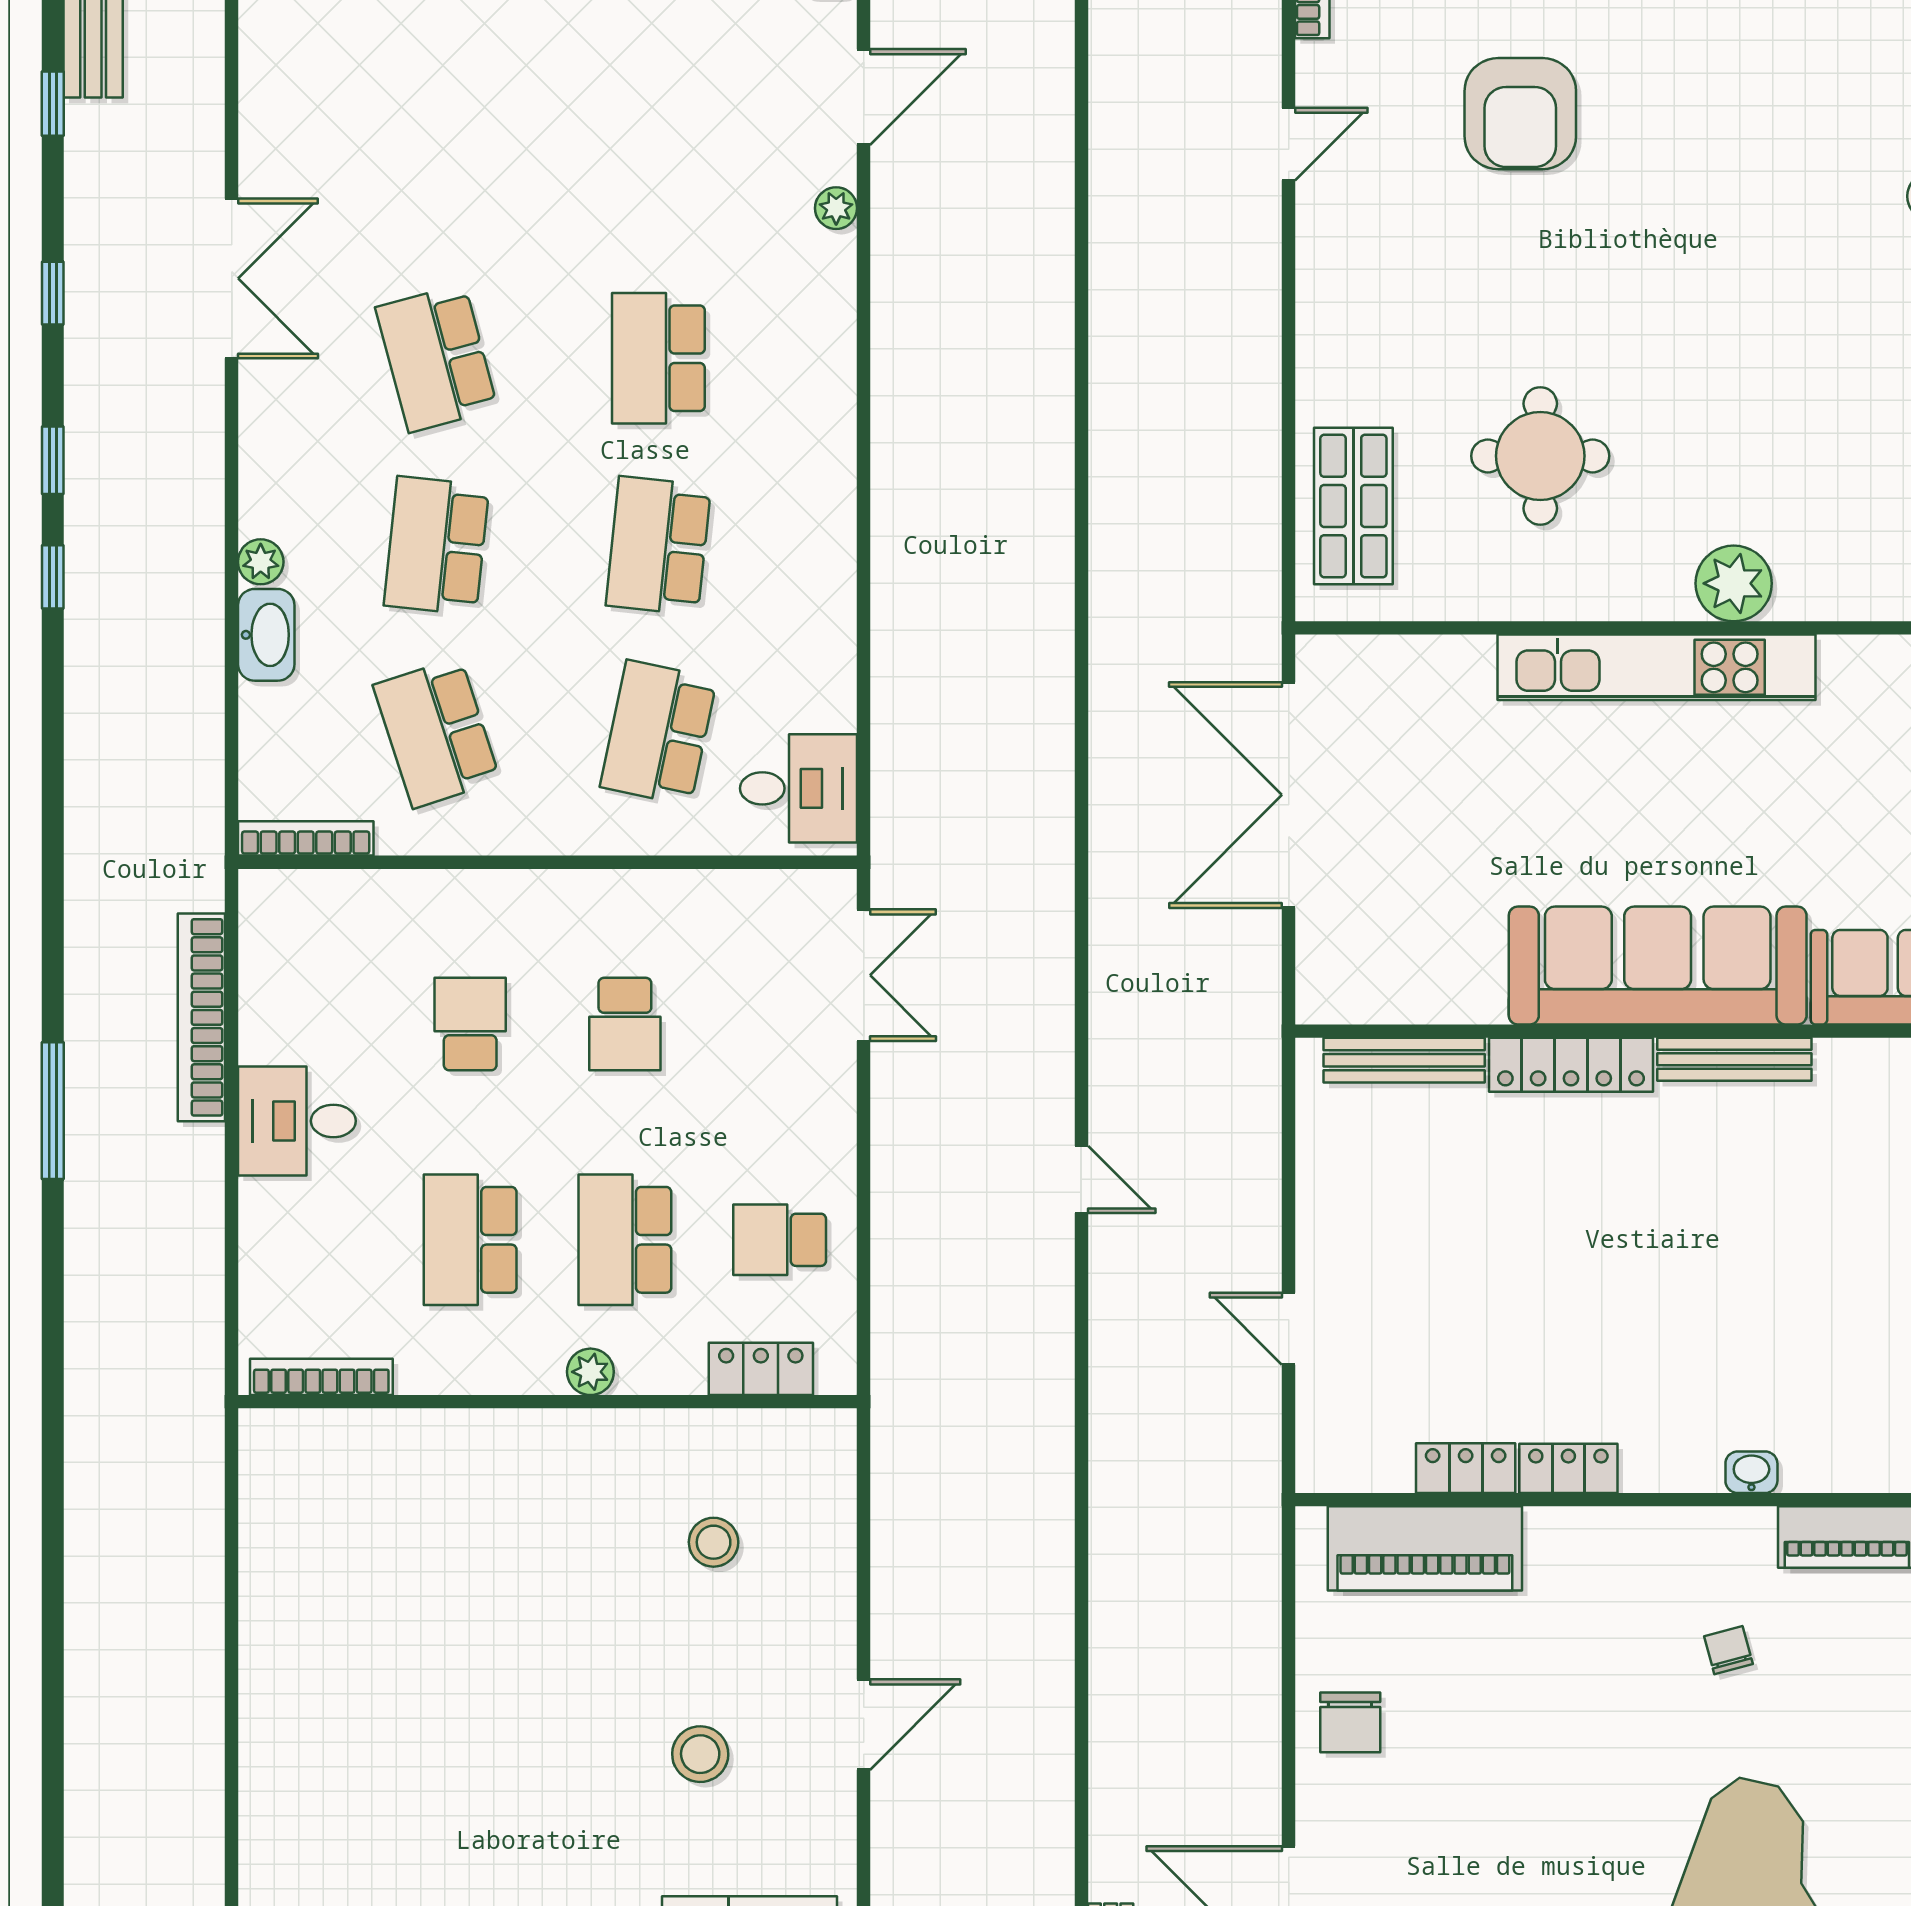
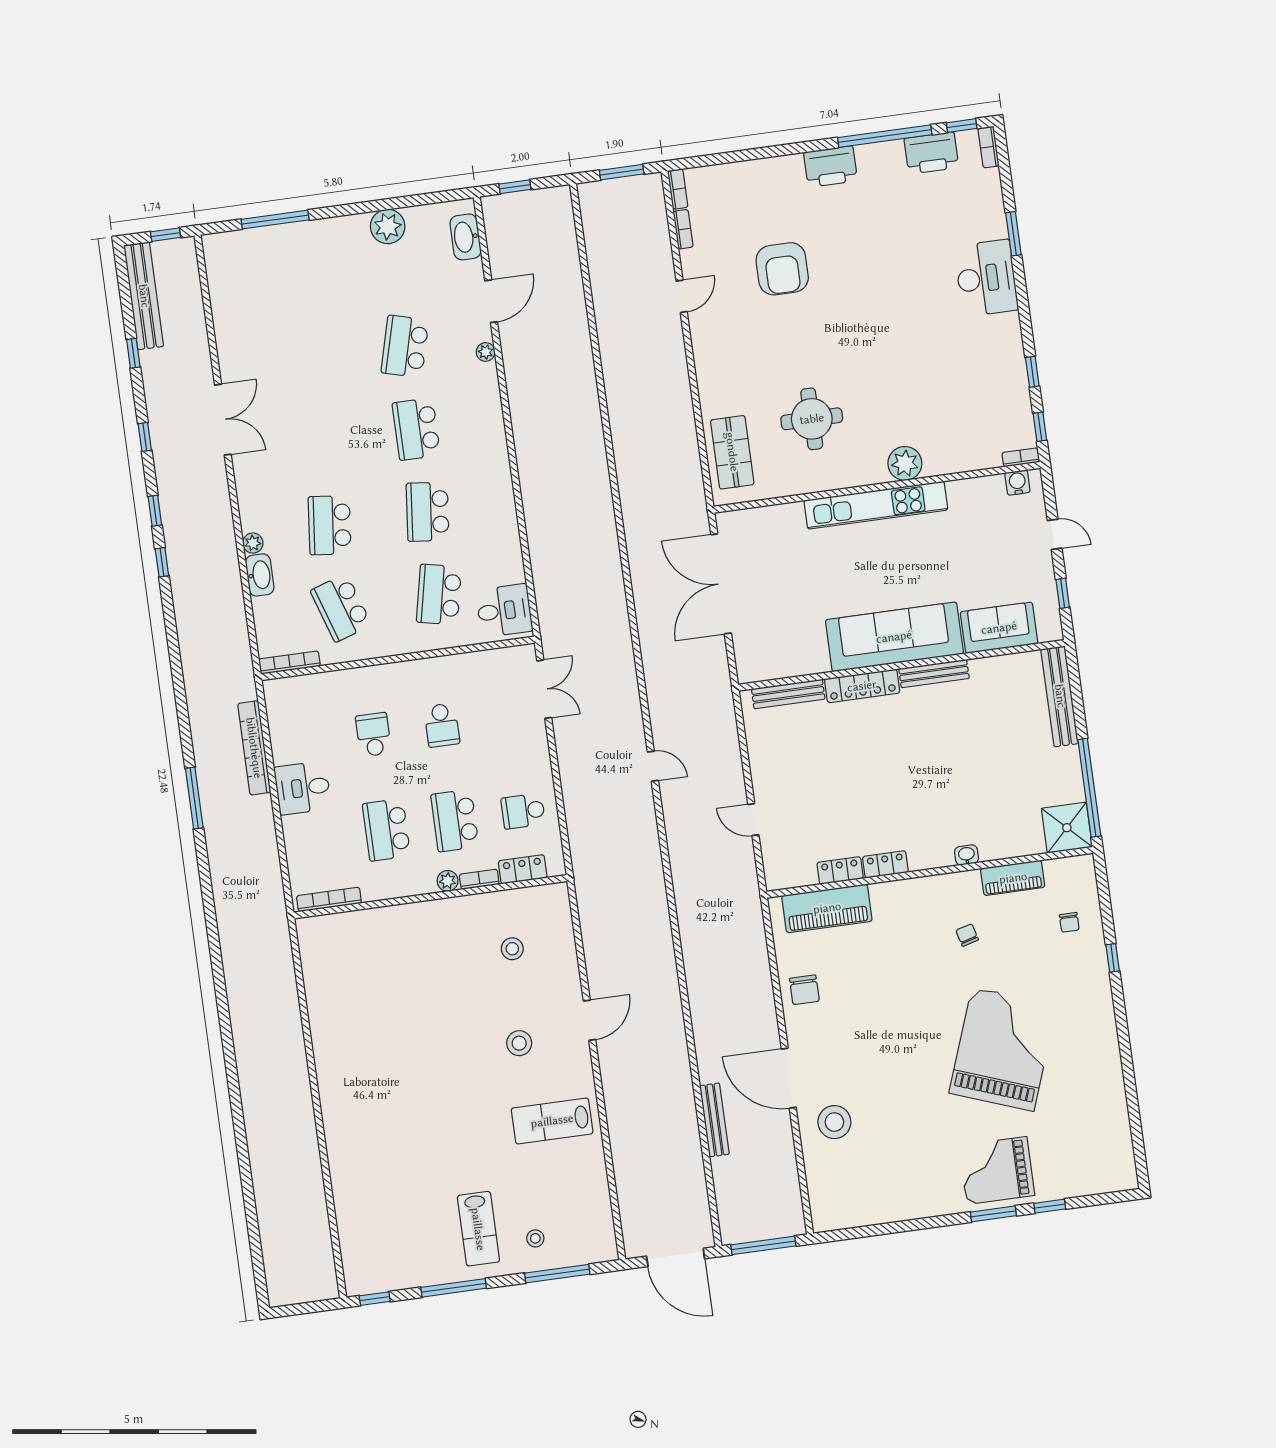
school desk: (437, 358) -> (405, 346), moved, turned 30
bookcase: (661, 1378) -> (479, 879), added

